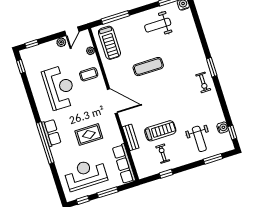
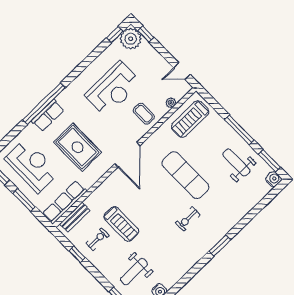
window: (115, 17) -> (239, 130), moved
plant: (61, 42) -> (131, 39), moved, width x1.88, depth x1.88
exercise mat: (148, 67) -> (185, 175), width x1.36, depth x1.45
exercise bike: (203, 82) -> (188, 219), moved
row of seats: (51, 133) -> (48, 115), moved
rug: (89, 134) -> (77, 147), width x1.36, depth x1.43
bench: (131, 137) -> (75, 217), moved

